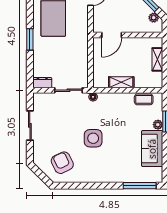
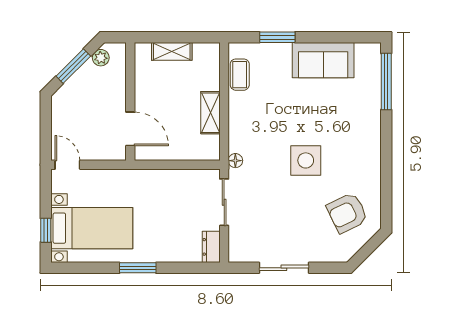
plant: (158, 125) -> (283, 51), removed

